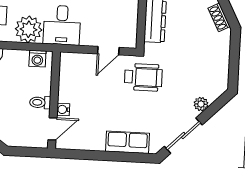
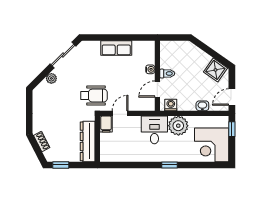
filing cabinet: (129, 37) -> (106, 124), added
wheelchair: (143, 77) -> (94, 96), turned 180
door: (52, 129) -> (157, 89), moved
row of seats: (128, 142) -> (116, 48), moved

